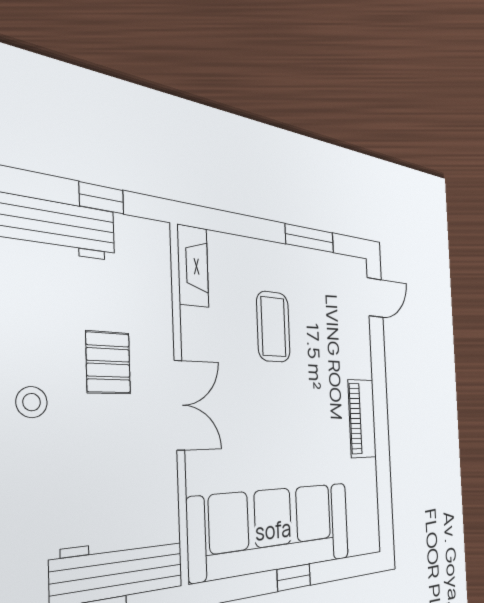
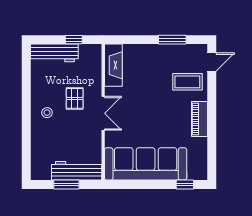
fireplace: (193, 266) -> (113, 65), width x1.37, depth x1.32
coffee table: (273, 327) -> (187, 82), moved, turned 90
window: (294, 577) -> (185, 185), moved

